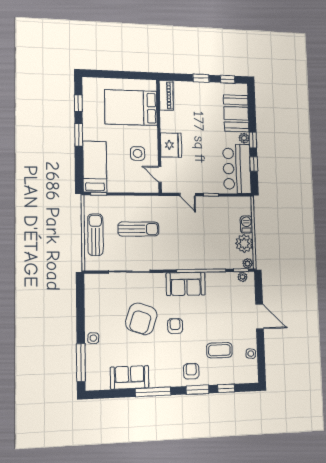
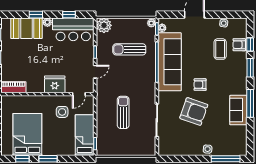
bed: (131, 108) -> (27, 134), moved, turned 180
window: (253, 140) -> (36, 15), moved
bed: (95, 167) -> (85, 135), moved, turned 90
barbecue: (246, 225) -> (120, 23), removed
sun lounger: (95, 235) -> (129, 49), moved
plant: (244, 244) -> (104, 25), moved
sofa: (186, 284) -> (170, 62), width x1.85, depth x1.27
armchair: (191, 371) -> (239, 45), moved
sofa: (130, 377) -> (238, 110), moved

